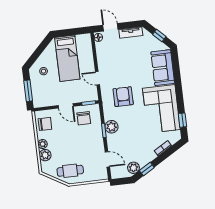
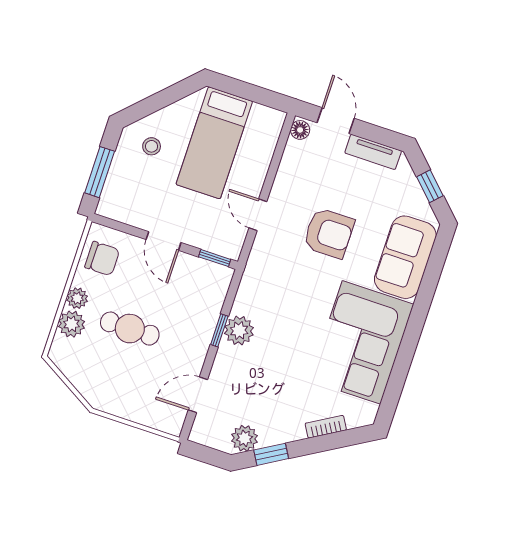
armchair: (123, 97) -> (329, 233), moved, turned 90
chair: (84, 118) -> (189, 285), removed
window: (182, 120) -> (395, 387), removed
door: (107, 159) -> (198, 395), swing flipped
cafe table: (70, 171) -> (130, 329), moved

